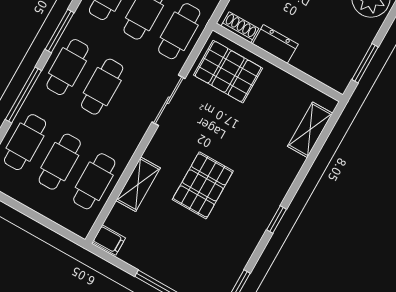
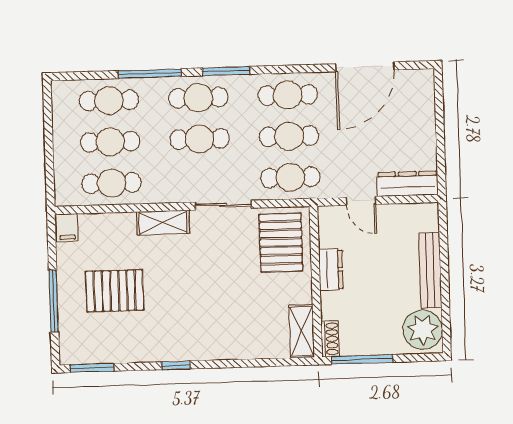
shoe rack: (240, 27) -> (330, 339), moved
window: (365, 63) -> (362, 359), width x1.44
shelving: (310, 130) -> (302, 331), moved, turned 90
shelving: (138, 184) -> (163, 223), moved
pallet: (203, 185) -> (115, 291), moved

